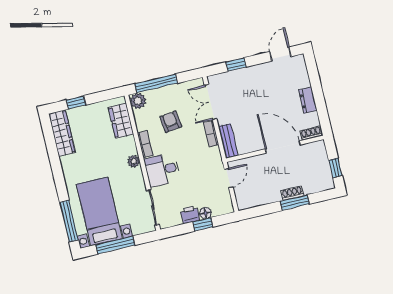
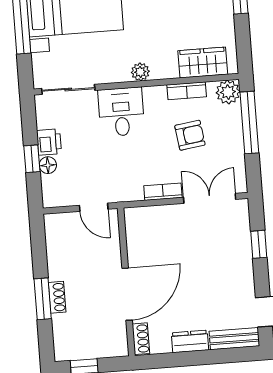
bench: (228, 141) -> (234, 339), moved
bookcase: (145, 144) -> (187, 91), moved

